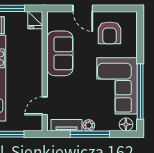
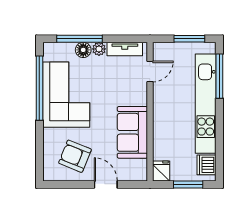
armchair: (110, 33) -> (75, 156), turned -68
floor lamp: (126, 124) -> (83, 50), moved
window: (90, 134) -> (79, 39), moved

